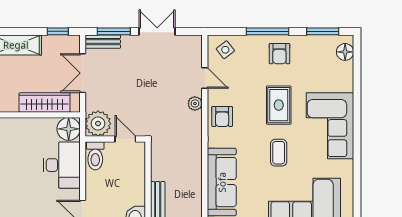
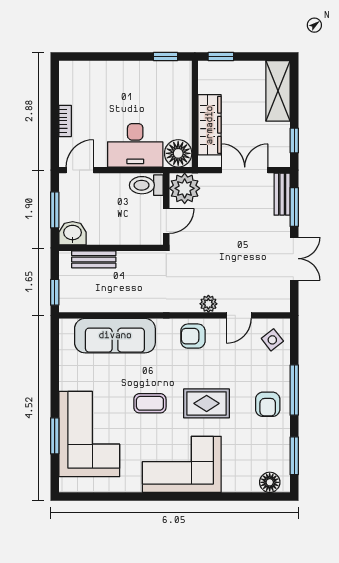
armchair: (279, 54) -> (268, 404), turned -90

